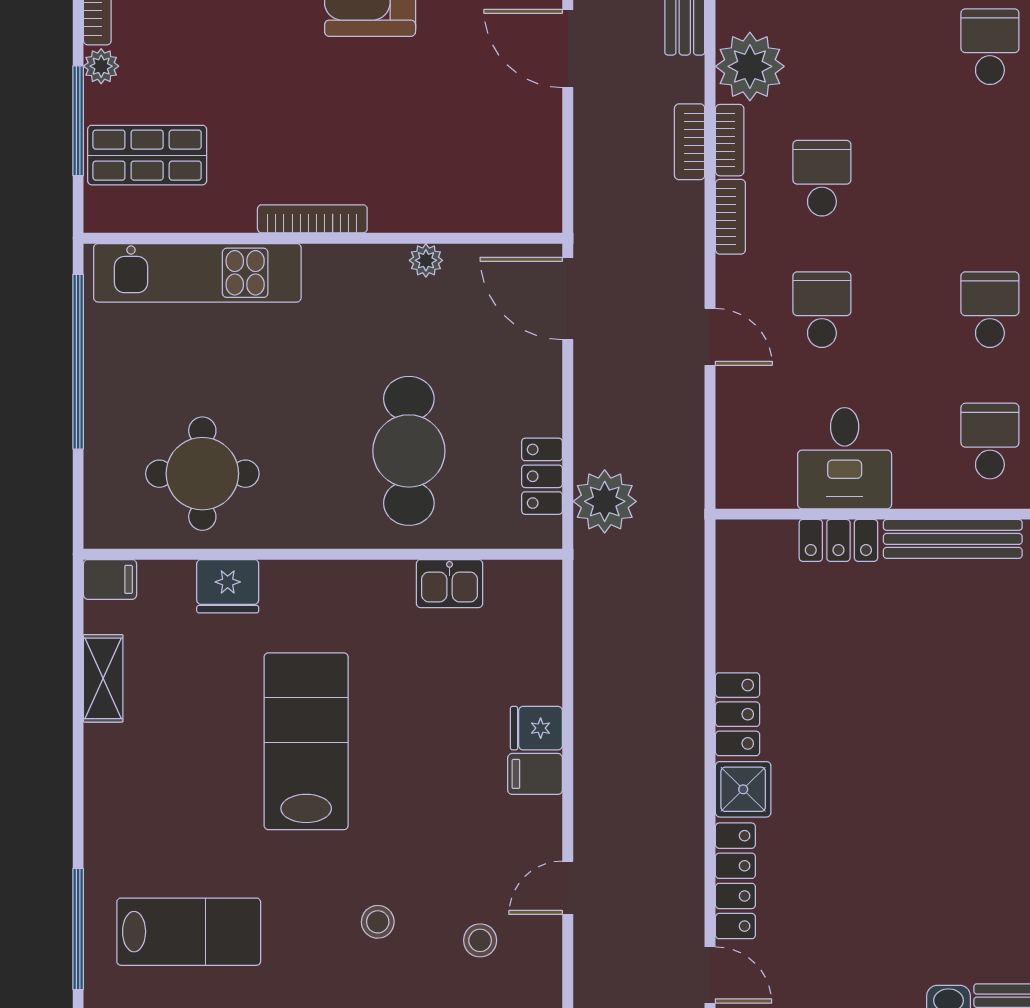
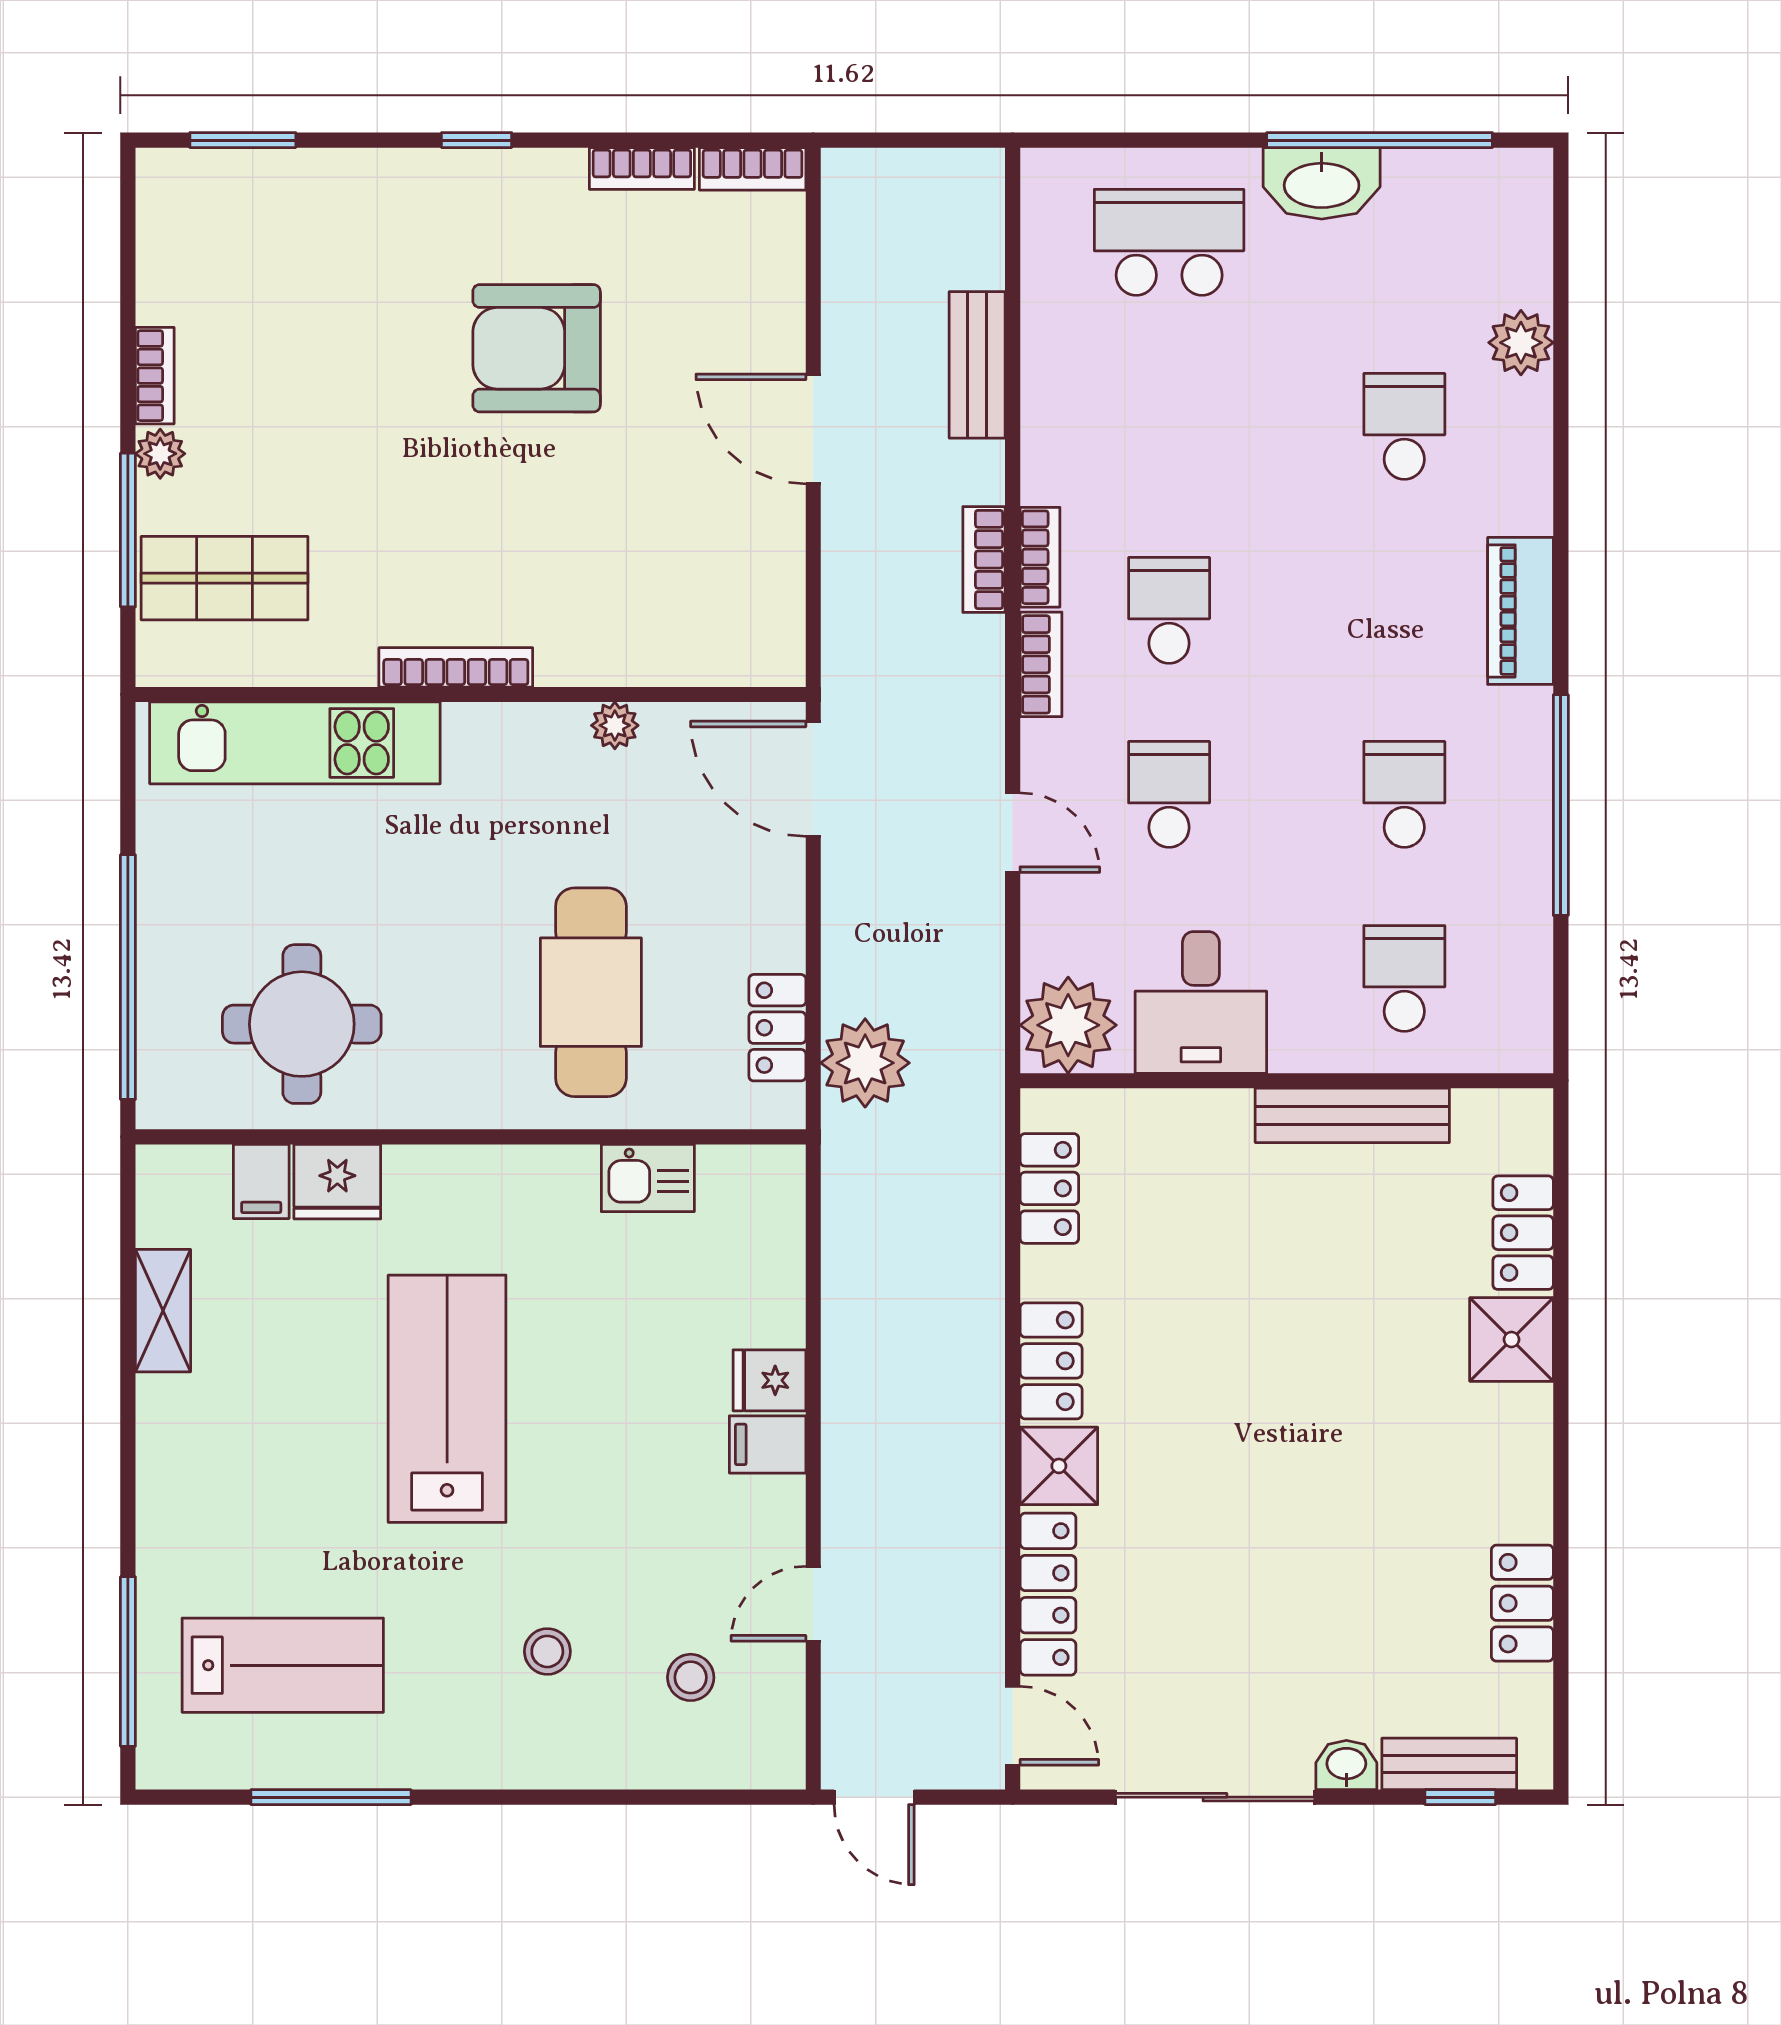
plant: (750, 66) -> (1068, 1025), moved
window: (78, 362) -> (128, 977), moved
locker: (838, 540) -> (1049, 1188), moved, turned -90
filing cabinet: (110, 579) -> (261, 1181), moved, turned 90

